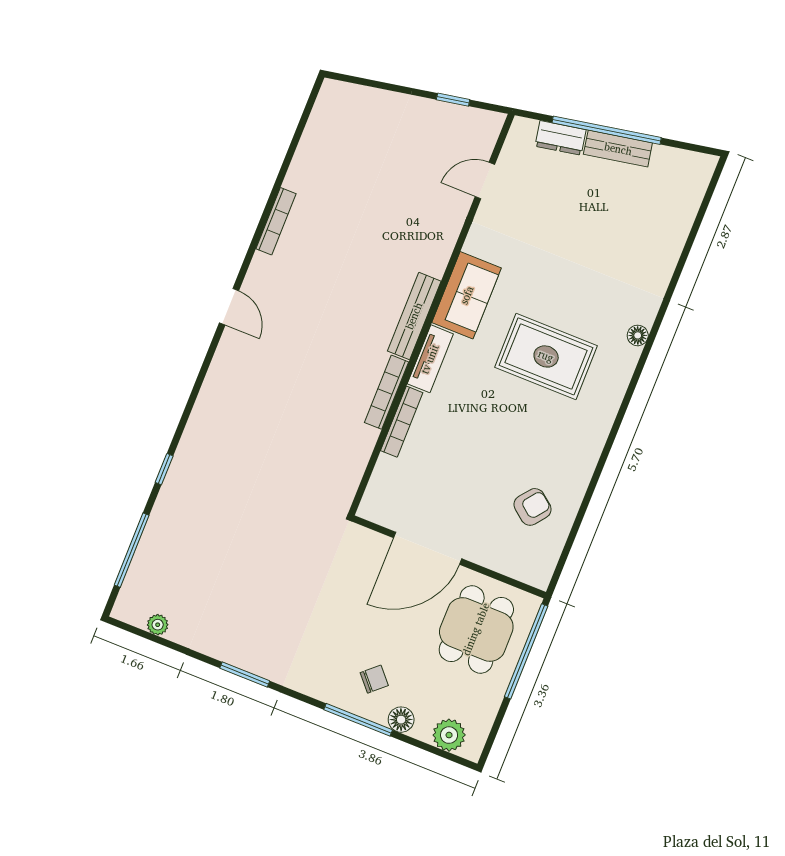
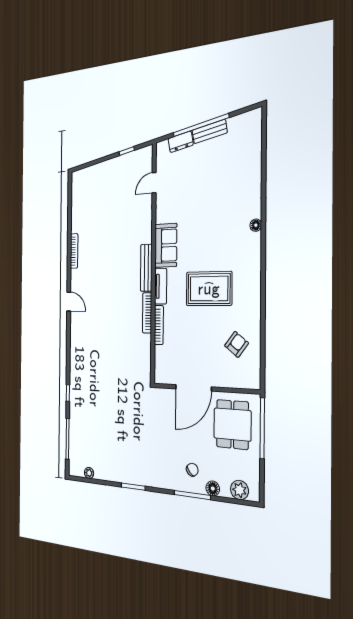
rug: (546, 356) -> (209, 289), moved

